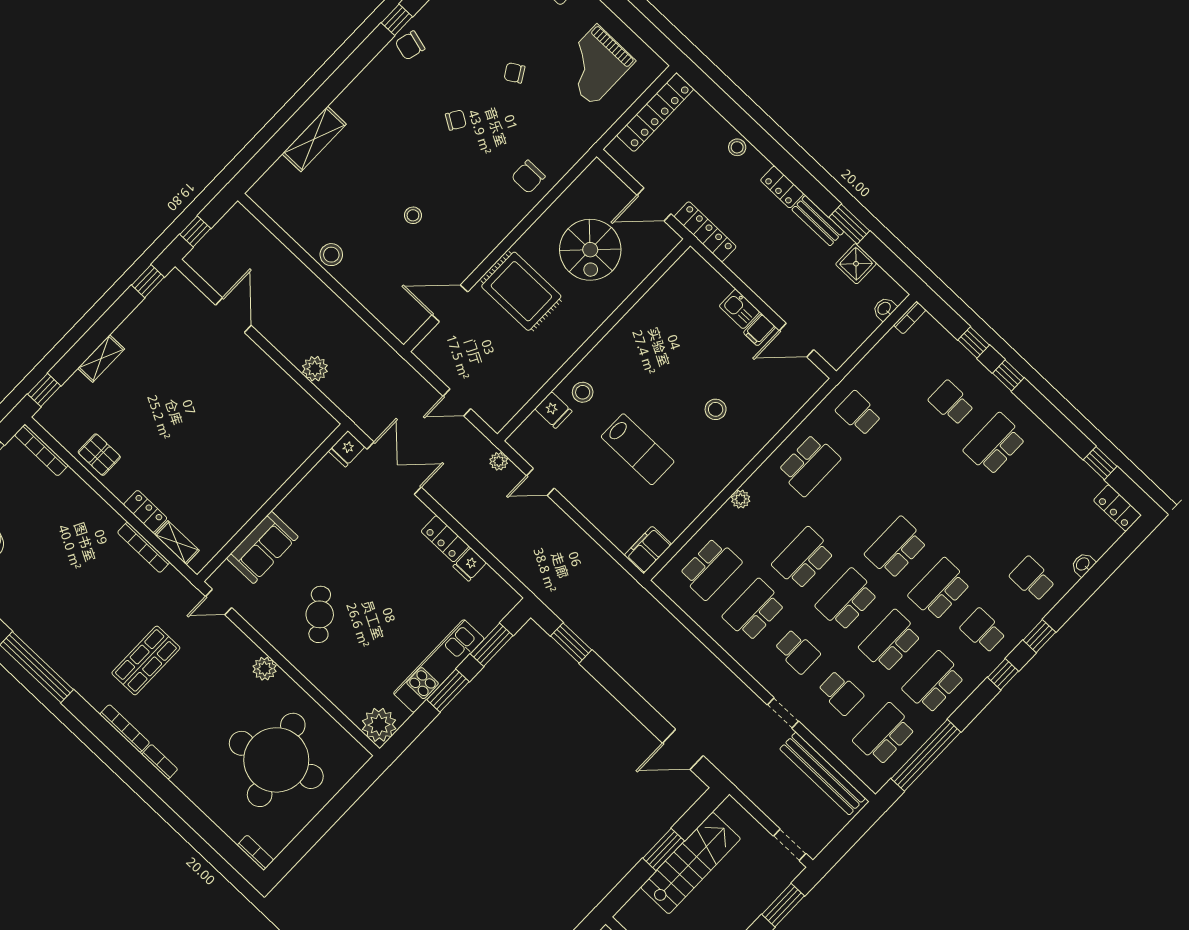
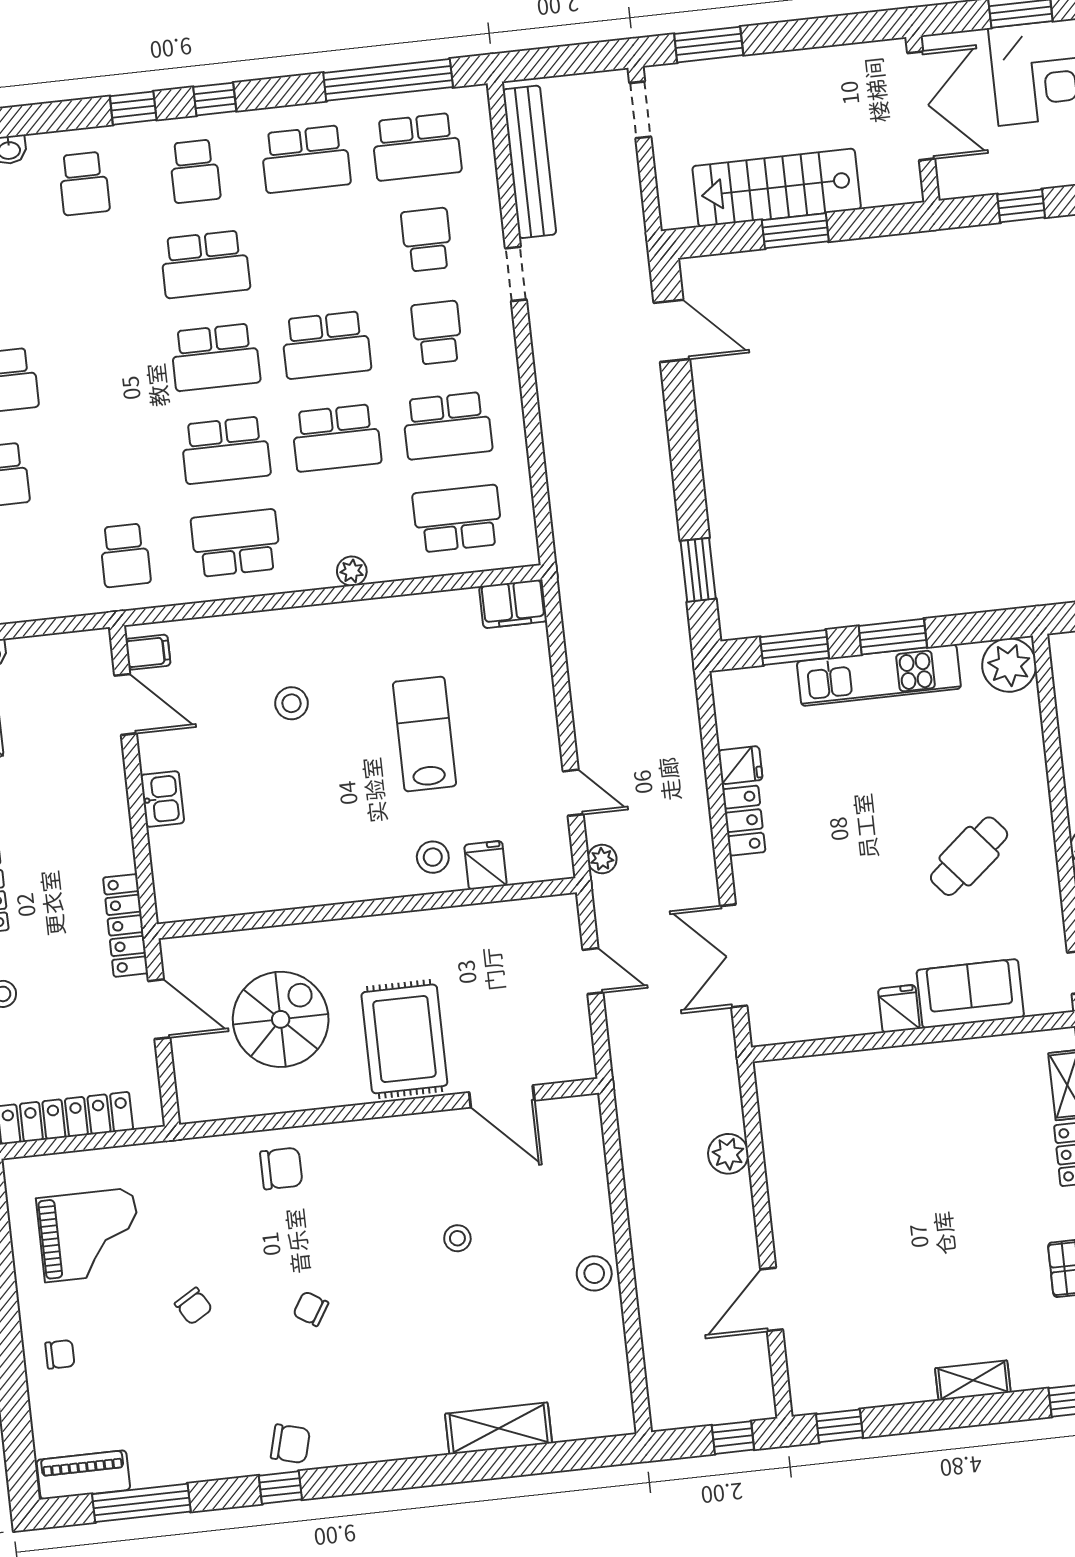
filing cabinet: (760, 330) -> (148, 652), moved
fridge: (347, 449) -> (899, 1009), moved, turned -90
school desk: (890, 641) -> (226, 450), moved

